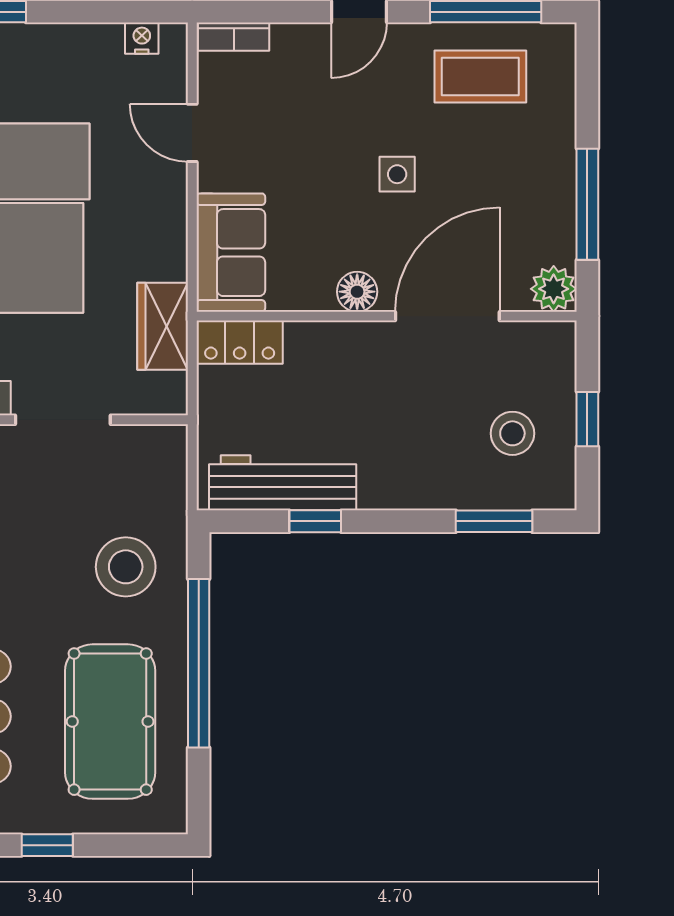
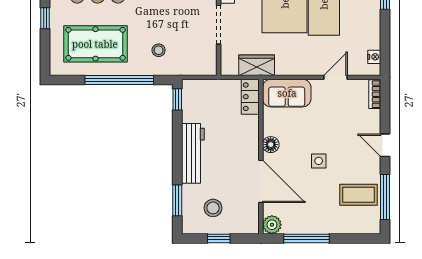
coffee table: (480, 76) -> (359, 195), turned 90
workbench: (283, 483) -> (193, 153), moved
window: (315, 521) -> (177, 99), moved
stool: (126, 567) -> (159, 50), width x0.53, depth x0.53

